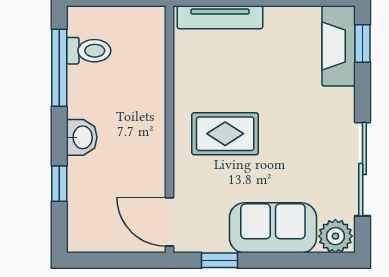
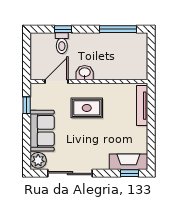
toilet: (89, 51) -> (62, 43), moved
rug: (225, 134) -> (87, 108), turned 90
washbasin: (82, 137) -> (85, 73), moved, turned 180
door: (169, 222) -> (56, 82), moved

